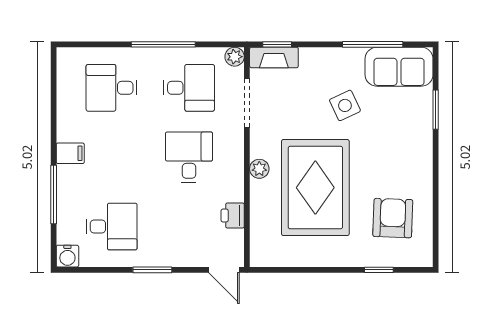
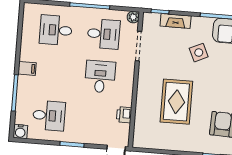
fireplace: (274, 57) -> (176, 21), moved
plant: (259, 169) -> (143, 87), removed
rug: (315, 188) -> (176, 102), width x0.73, depth x0.69

